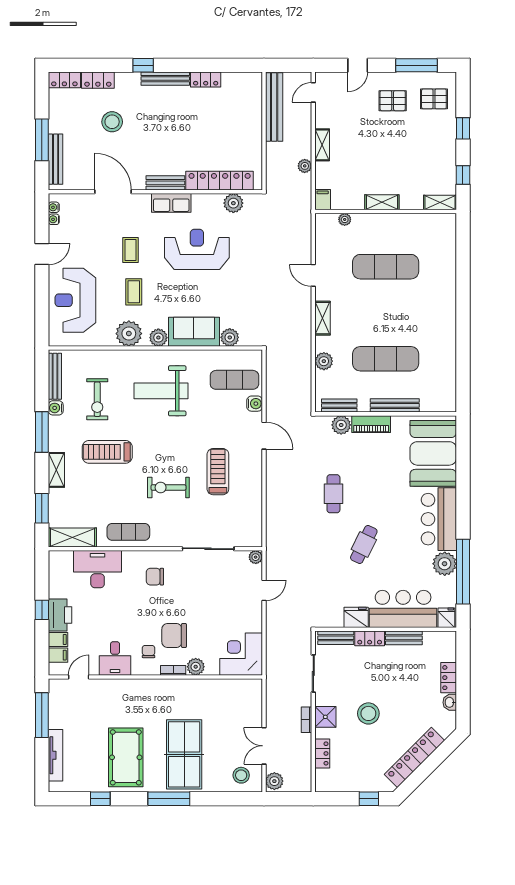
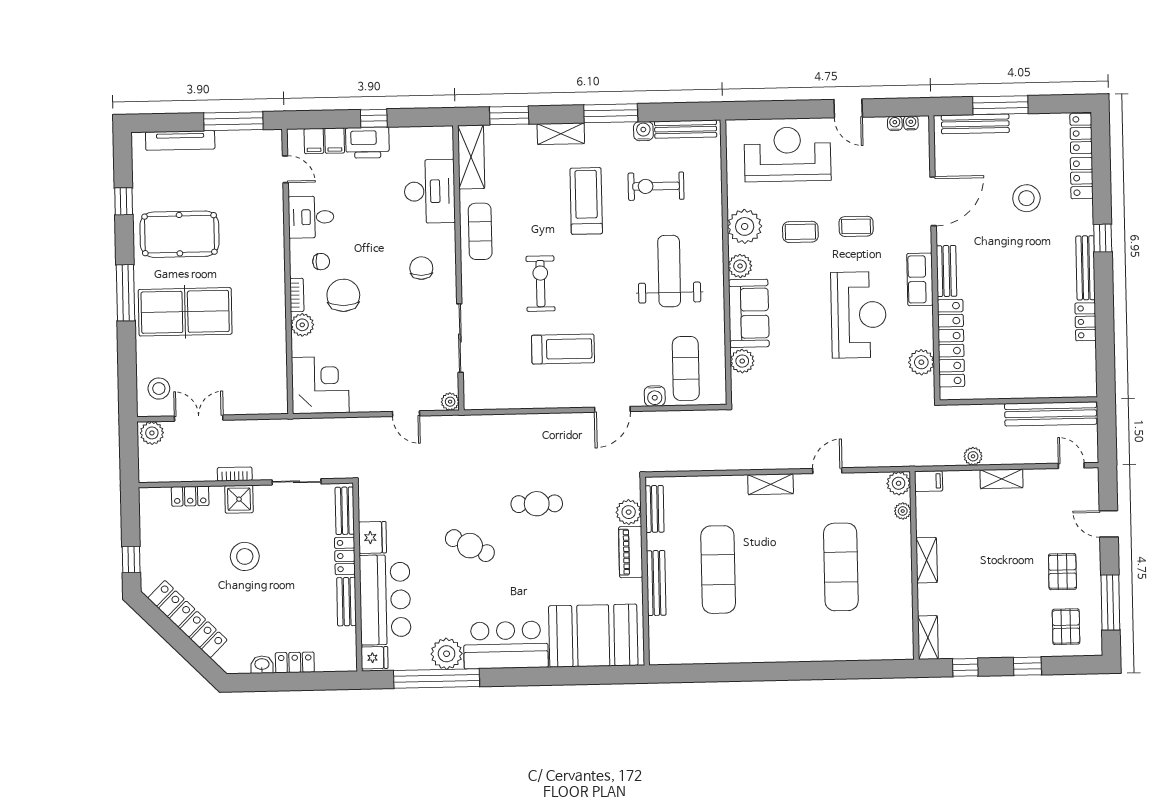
plant: (324, 361) -> (899, 483), moved

